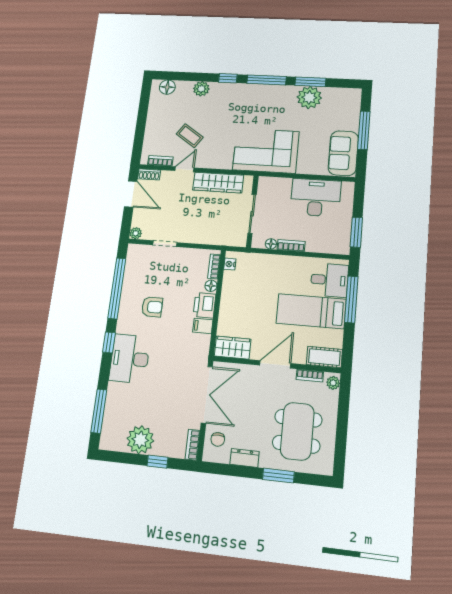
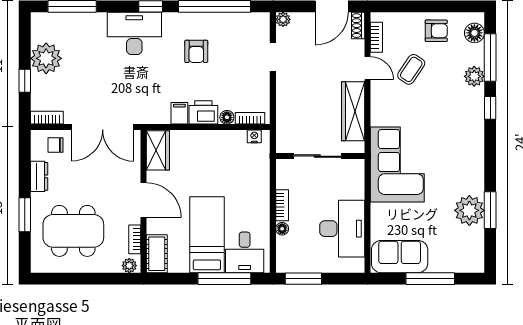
window: (267, 80) -> (490, 58), moved
armchair: (162, 115) -> (436, 31), added
floor lamp: (271, 244) -> (282, 229), moved

